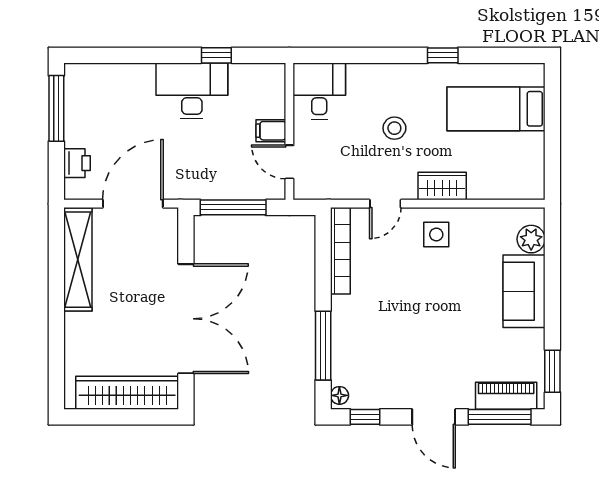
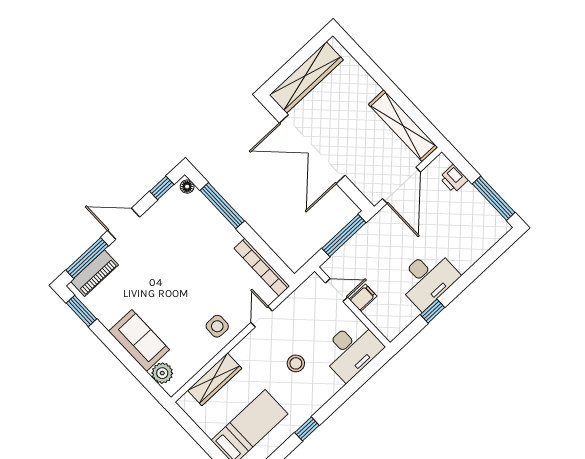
desk: (319, 91) -> (352, 350), width x1.37
wardrobe: (442, 186) -> (215, 379), moved, width x1.50

